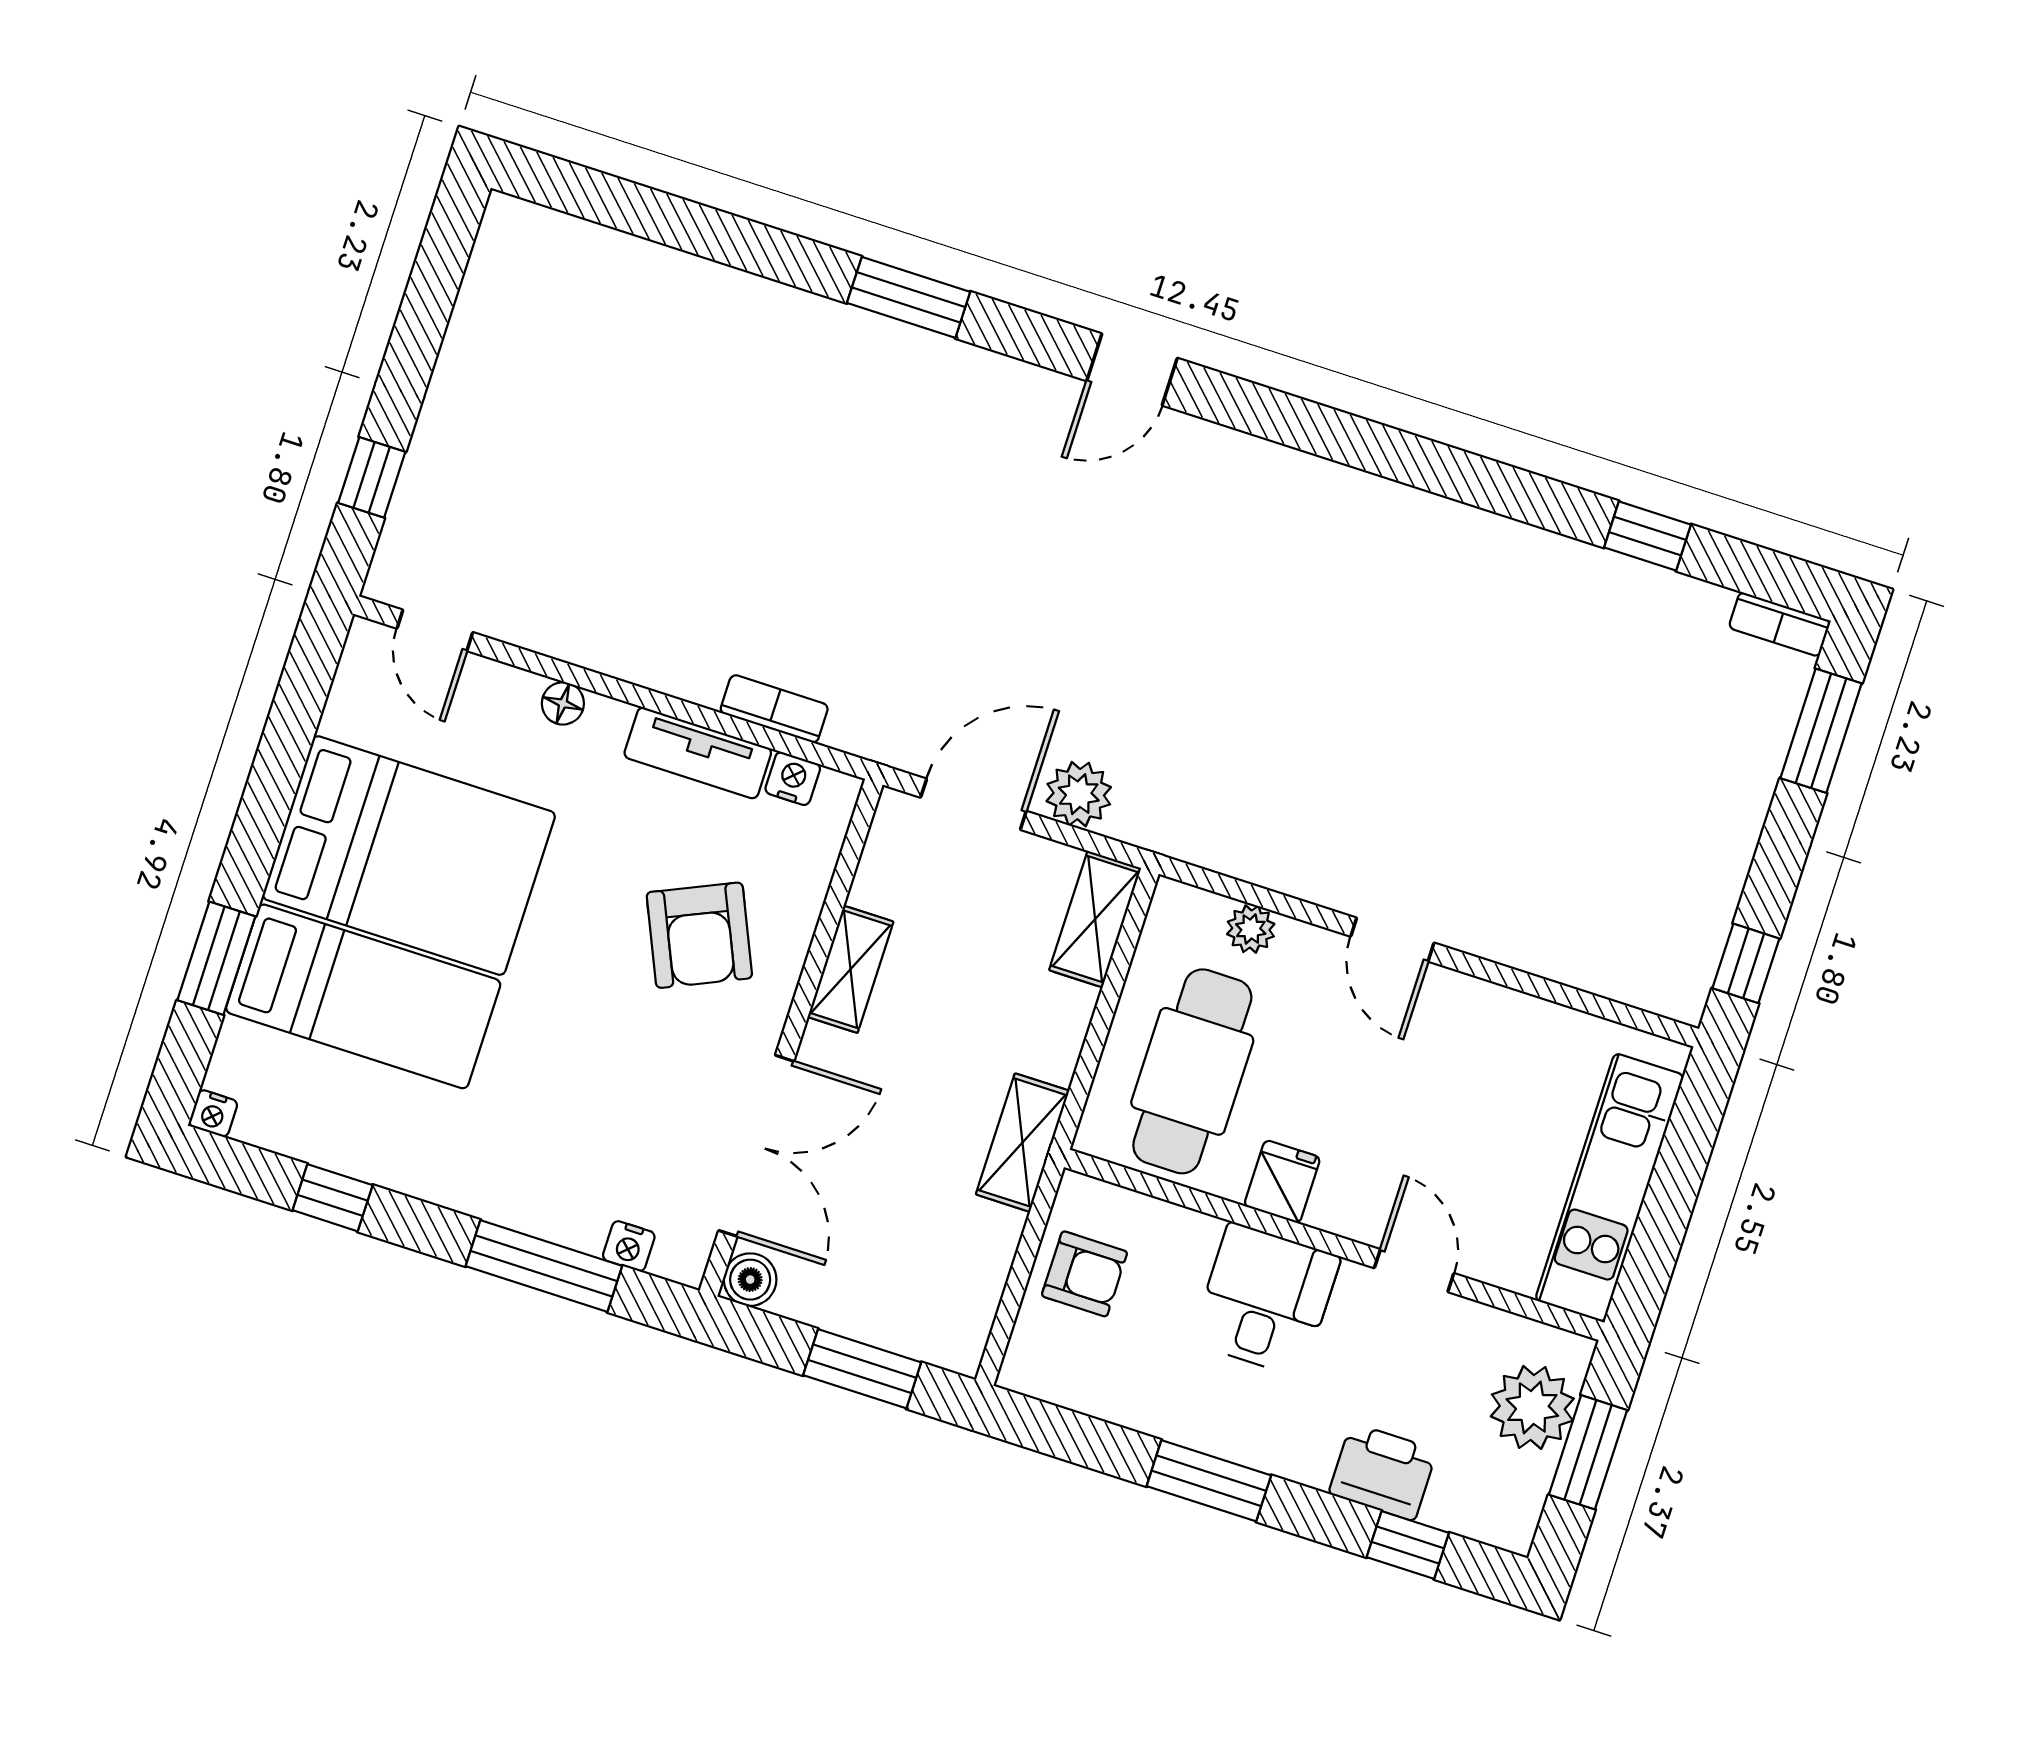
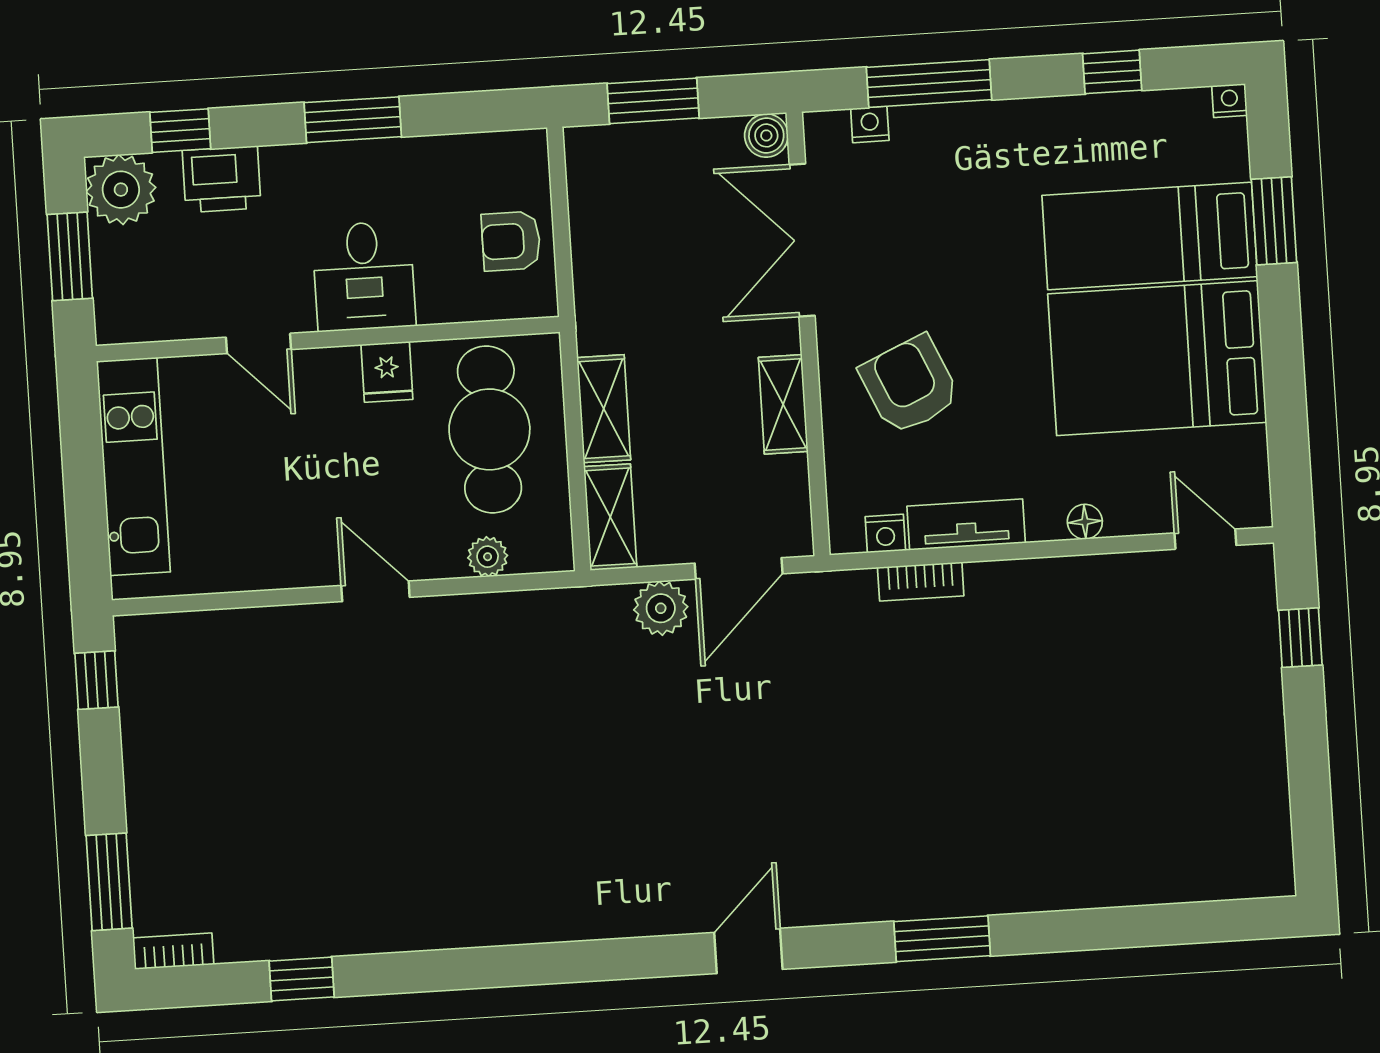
shelving: (1023, 1143) -> (604, 409), moved
plant: (1532, 1407) -> (121, 190), moved

